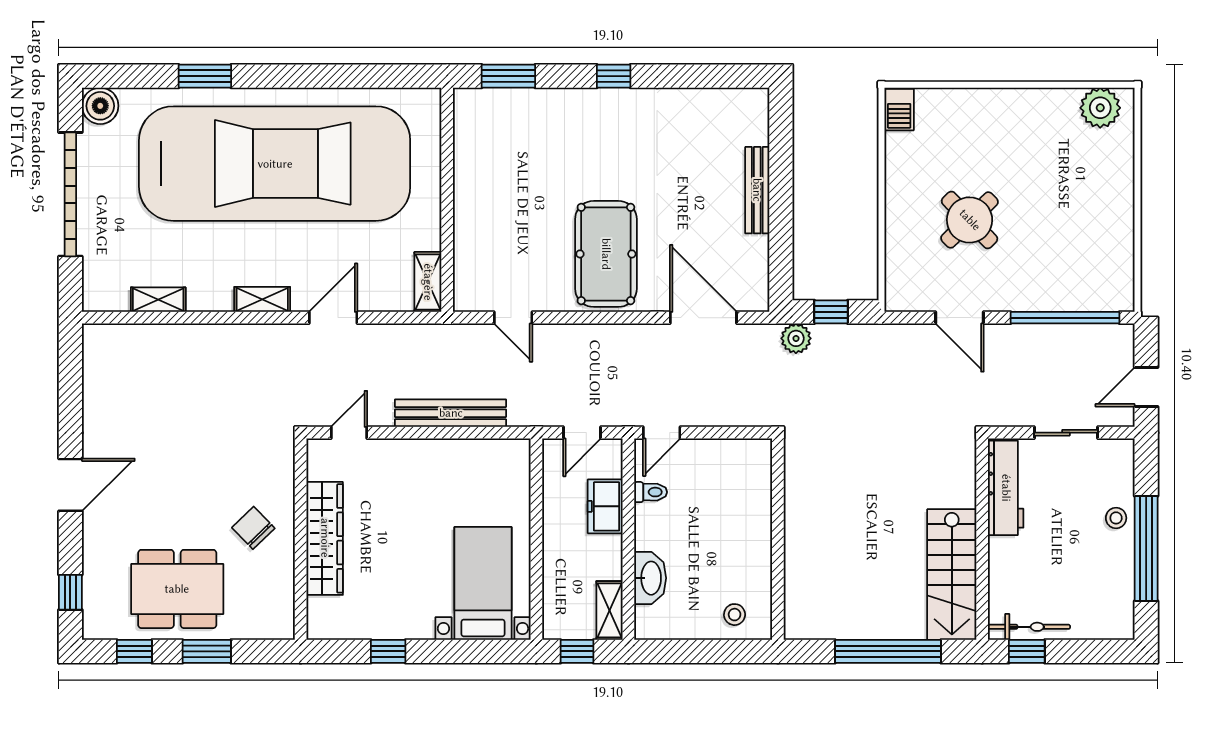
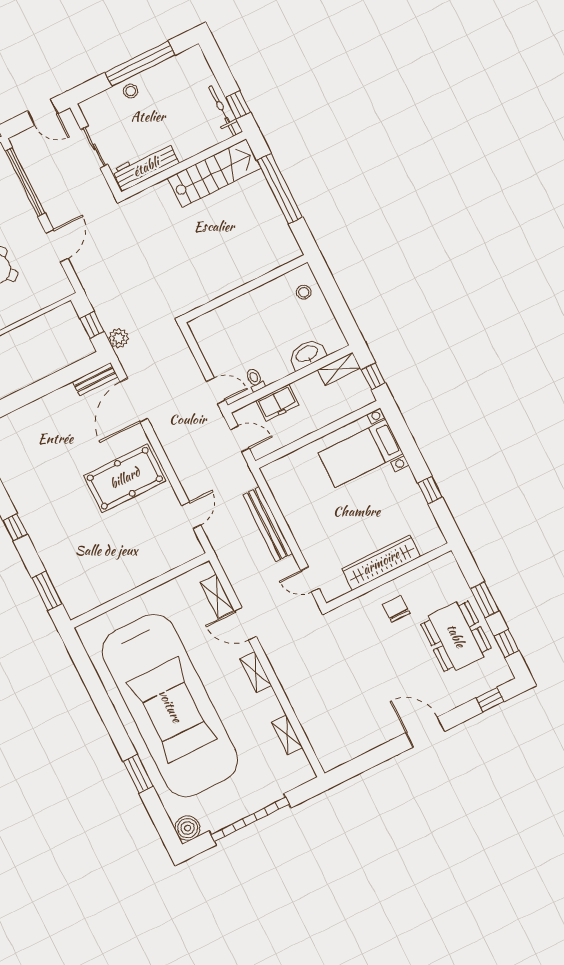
car: (275, 164) -> (170, 706), turned 180
bench: (757, 190) -> (95, 379), moved, width x0.73
shelving: (428, 282) -> (217, 596), moved, turned 90
chair: (253, 528) -> (396, 609), turned 134

